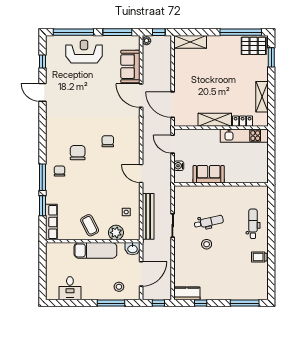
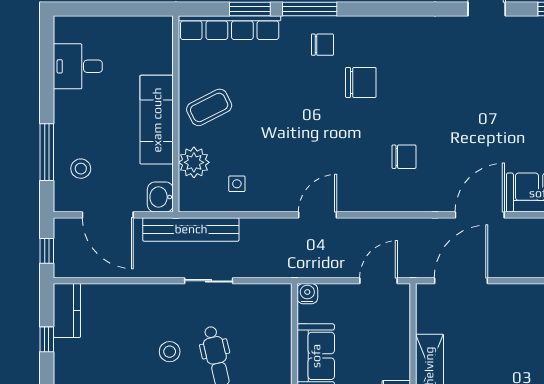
chair: (108, 141) -> (404, 157), moved
water cooler: (179, 166) -> (307, 294), moved
bench: (148, 216) -> (191, 229), moved
row of seats: (51, 222) -> (230, 28), width x1.36

